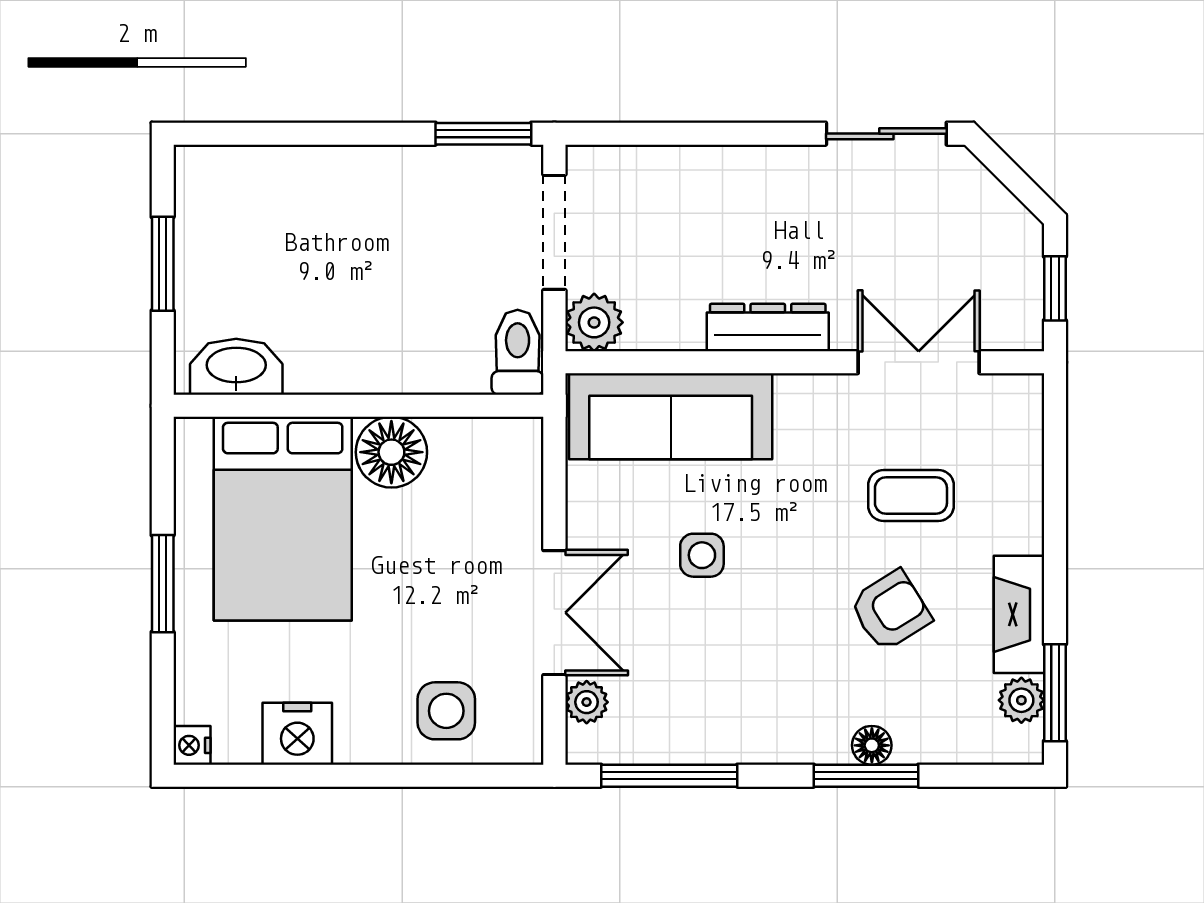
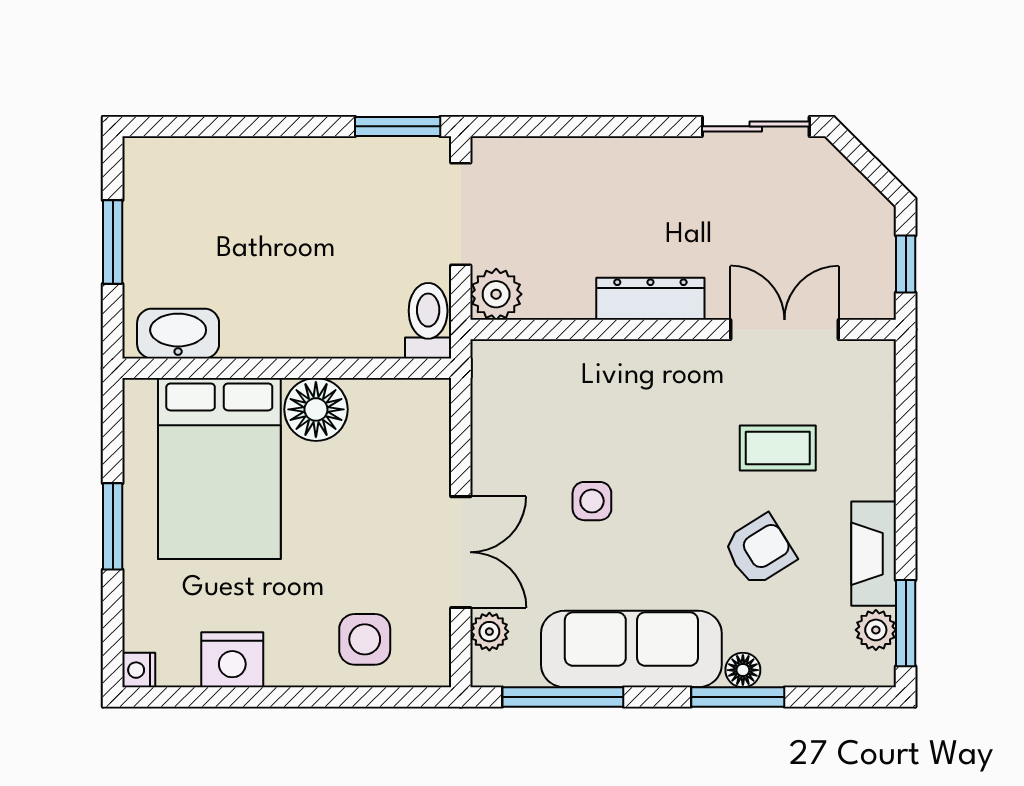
sofa: (671, 416) -> (631, 649), moved, turned 180

